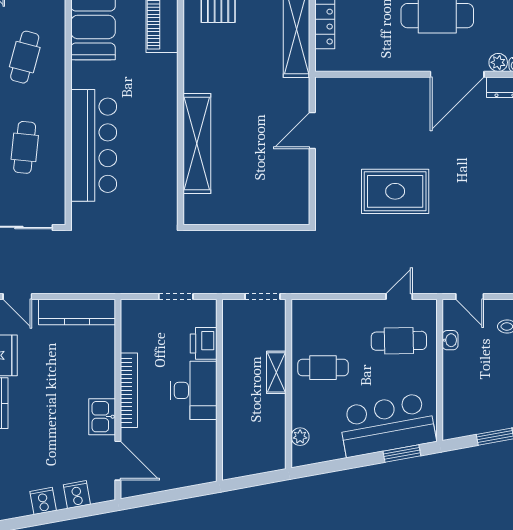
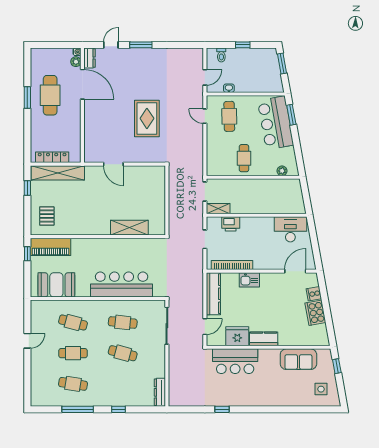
shelving: (197, 143) -> (129, 228), width x0.68
shelving: (276, 372) -> (218, 209), moved
bookcase: (129, 390) -> (232, 265), moved
desk: (194, 390) -> (290, 229), moved
kitchen sink: (102, 417) -> (249, 280), moved
cooker: (43, 501) -> (315, 313), width x1.87, depth x1.31

